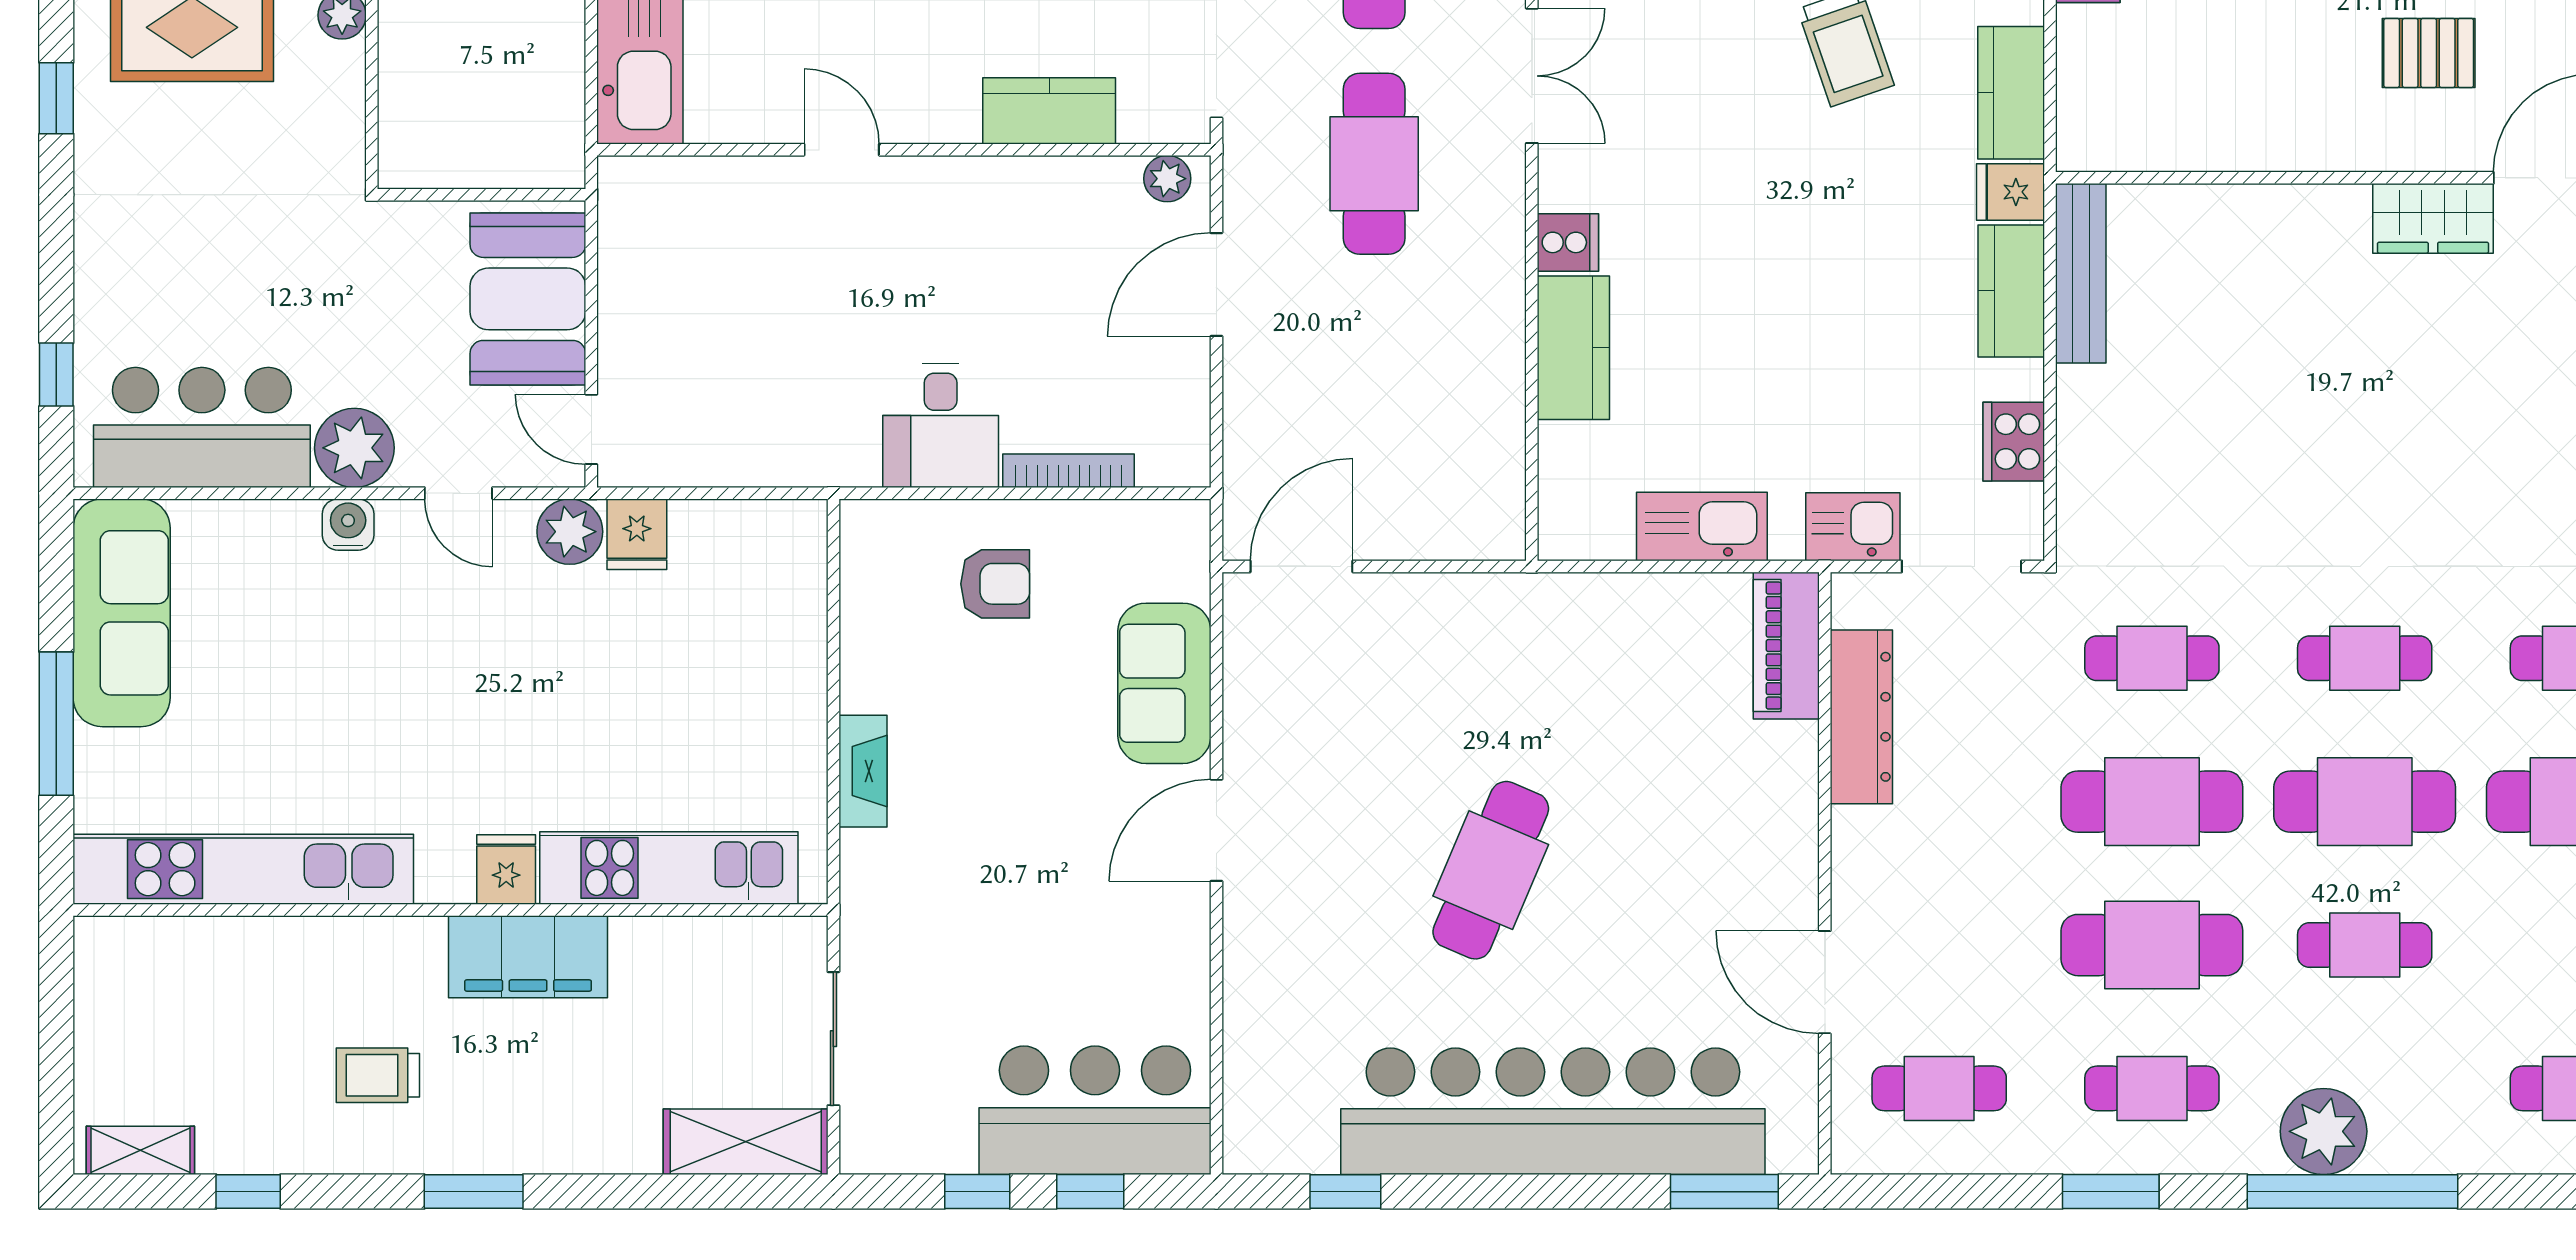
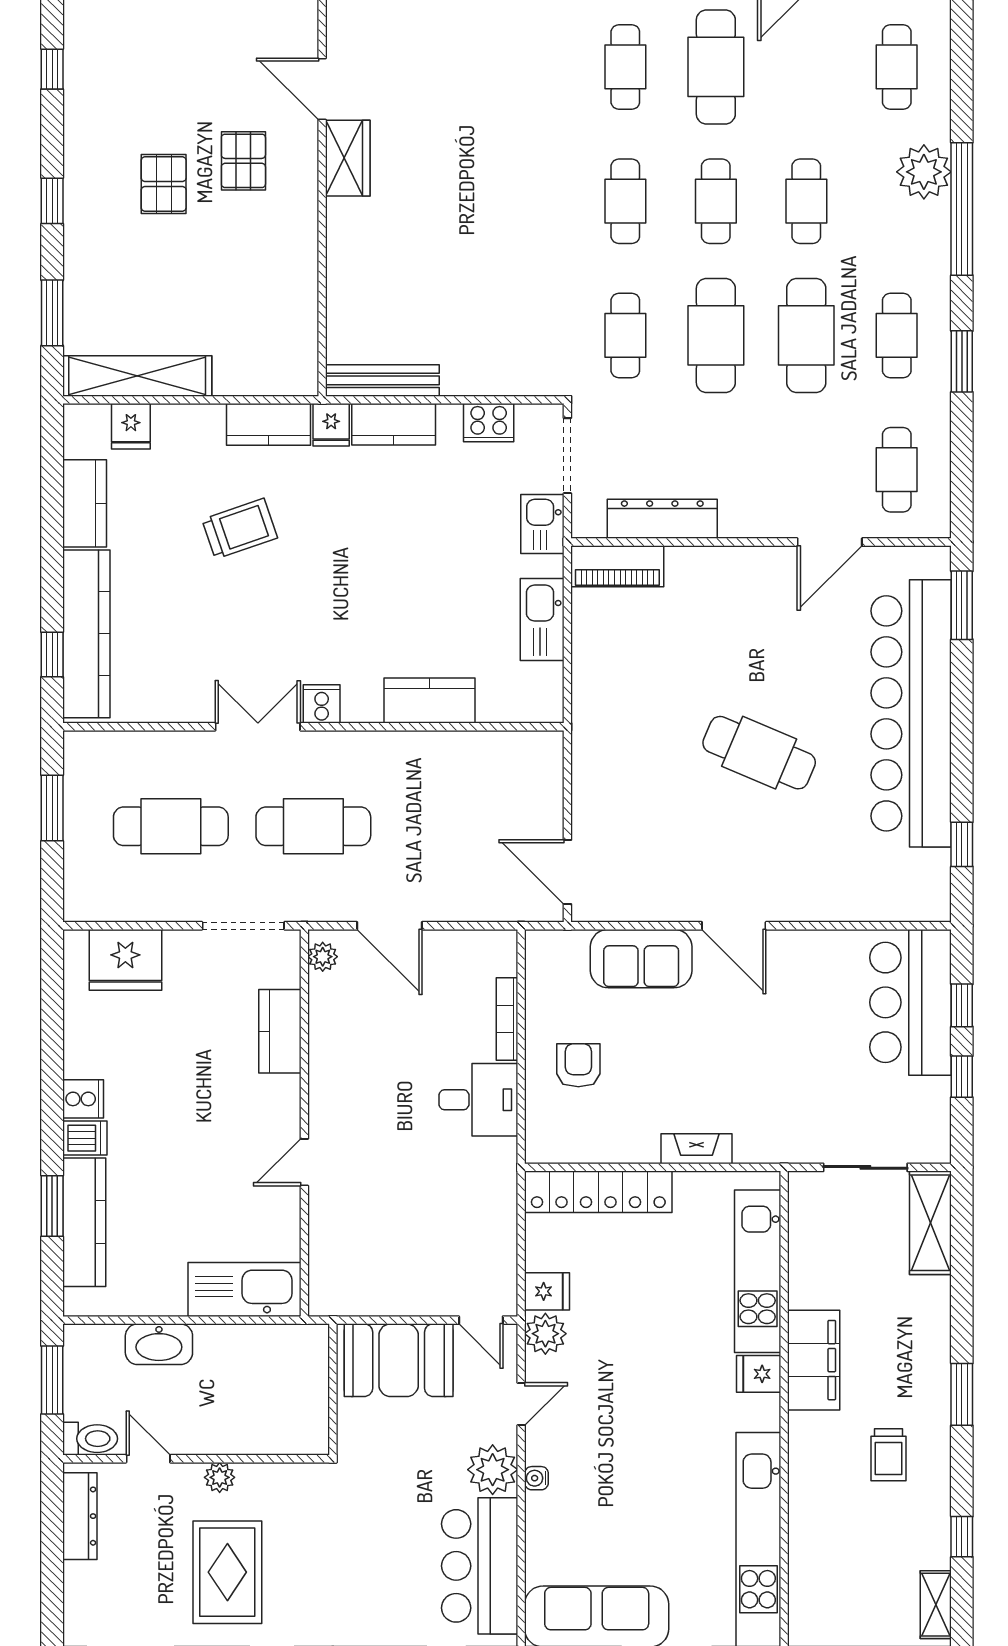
cooker: (1568, 242) -> (322, 704), moved
door: (591, 429) -> (481, 1320), hinge flipped
water cooler: (348, 525) -> (536, 1478), width x0.72, depth x0.72
locker: (795, 615) -> (598, 1192), added
cafe table: (2365, 802) -> (716, 201), width x0.73, depth x0.74
plant: (2324, 1131) -> (924, 172), moved

